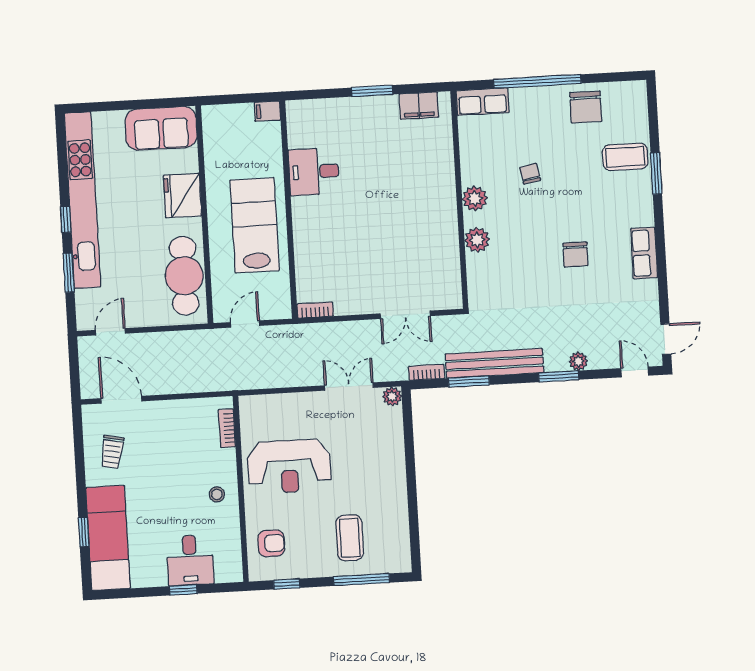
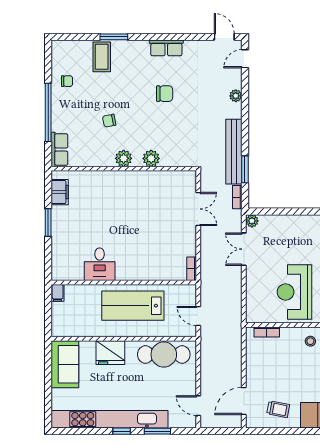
chair: (586, 107) -> (67, 81), width x0.54, depth x0.54
window: (559, 376) -> (245, 109), removed
reception desk: (289, 466) -> (294, 292), turned 180

